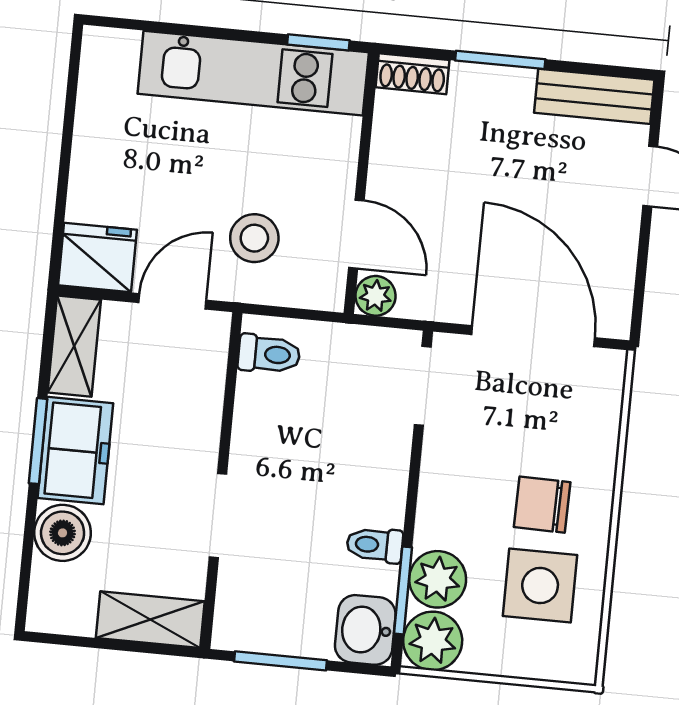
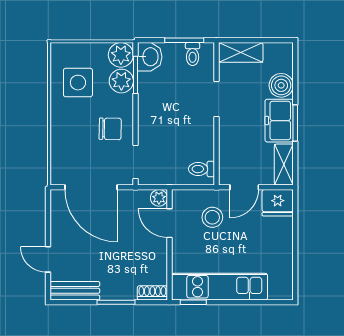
chair: (542, 505) -> (110, 129), moved
toilet: (375, 545) -> (193, 54), moved, turned 90

